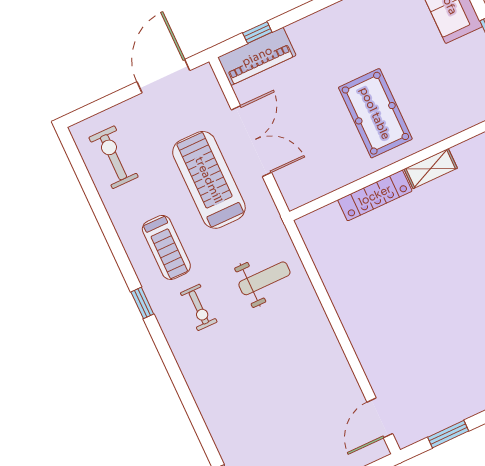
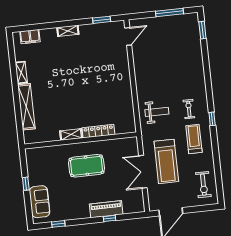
window: (257, 33) -> (109, 218), moved
piano: (257, 56) -> (106, 209), moved
pool table: (375, 113) -> (86, 166), turned 90
weight bench: (264, 278) -> (157, 112), turned 180

